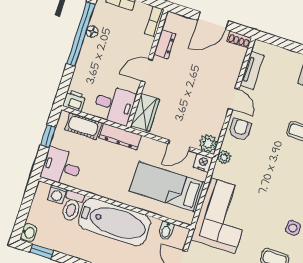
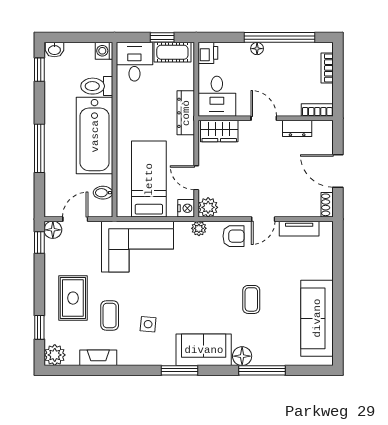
floor lamp: (92, 32) -> (257, 49), moved
cot: (83, 126) -> (172, 52), moved, turned 90
washing machine: (57, 194) -> (104, 51), moved

